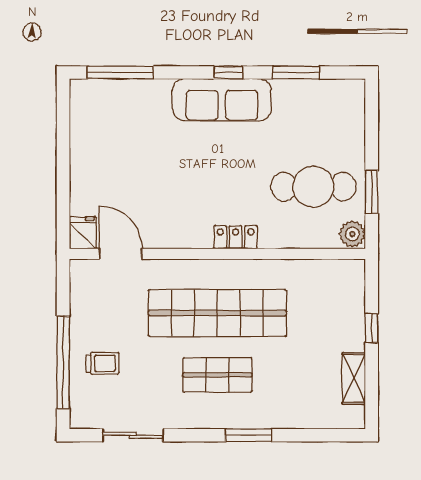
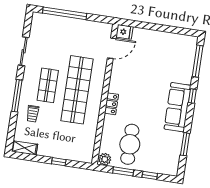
window: (228, 72) -> (192, 96), moved
window: (372, 136) -> (150, 175), added
trolley: (103, 363) -> (33, 114), moved
shelving: (354, 378) -> (25, 148), moved
sliding door: (133, 435) -> (24, 51), moved
window: (248, 435) -> (17, 96), width x1.44

